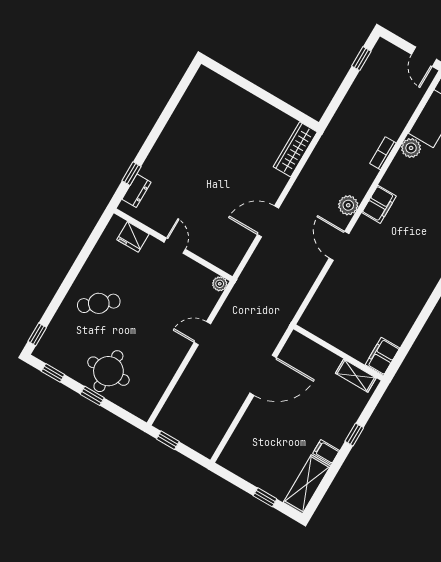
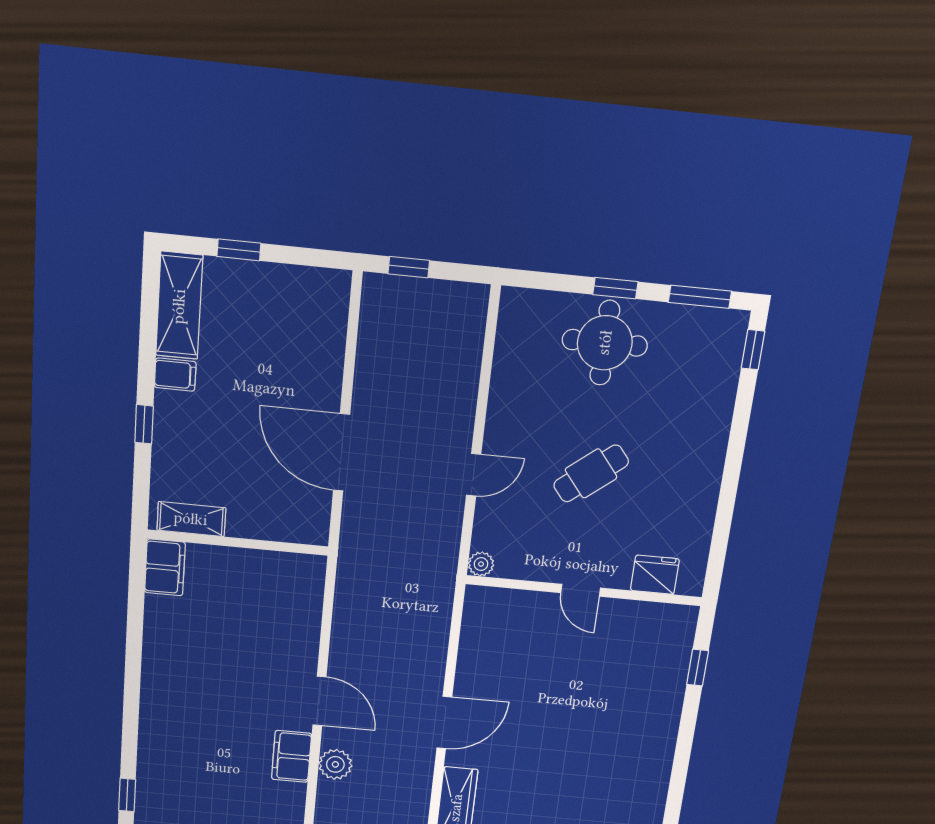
dresser: (137, 191) -> (679, 646), removed
filing cabinet: (379, 204) -> (292, 756), moved
door: (268, 221) -> (444, 723), moved
cafe table: (99, 303) -> (591, 473), moved
window: (53, 373) -> (700, 297), width x1.50
door: (263, 375) -> (342, 452), hinge flipped
window: (168, 440) -> (409, 267), moved

